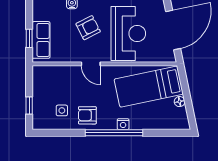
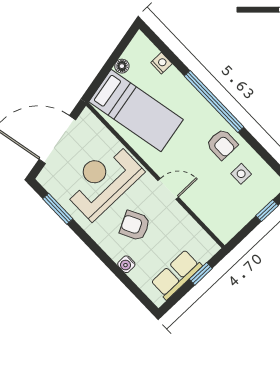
row of seats: (41, 40) -> (176, 275), moved
door: (91, 64) -> (168, 189), hinge flipped
nightstand: (123, 124) -> (161, 63), moved

